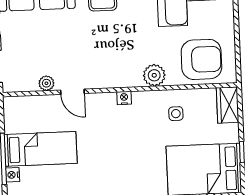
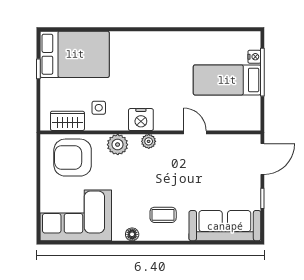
plant: (46, 83) -> (149, 141), moved
nightstand: (124, 98) -> (141, 120), width x1.89, depth x1.79
wardrobe: (228, 105) -> (67, 121), moved, turned -90

